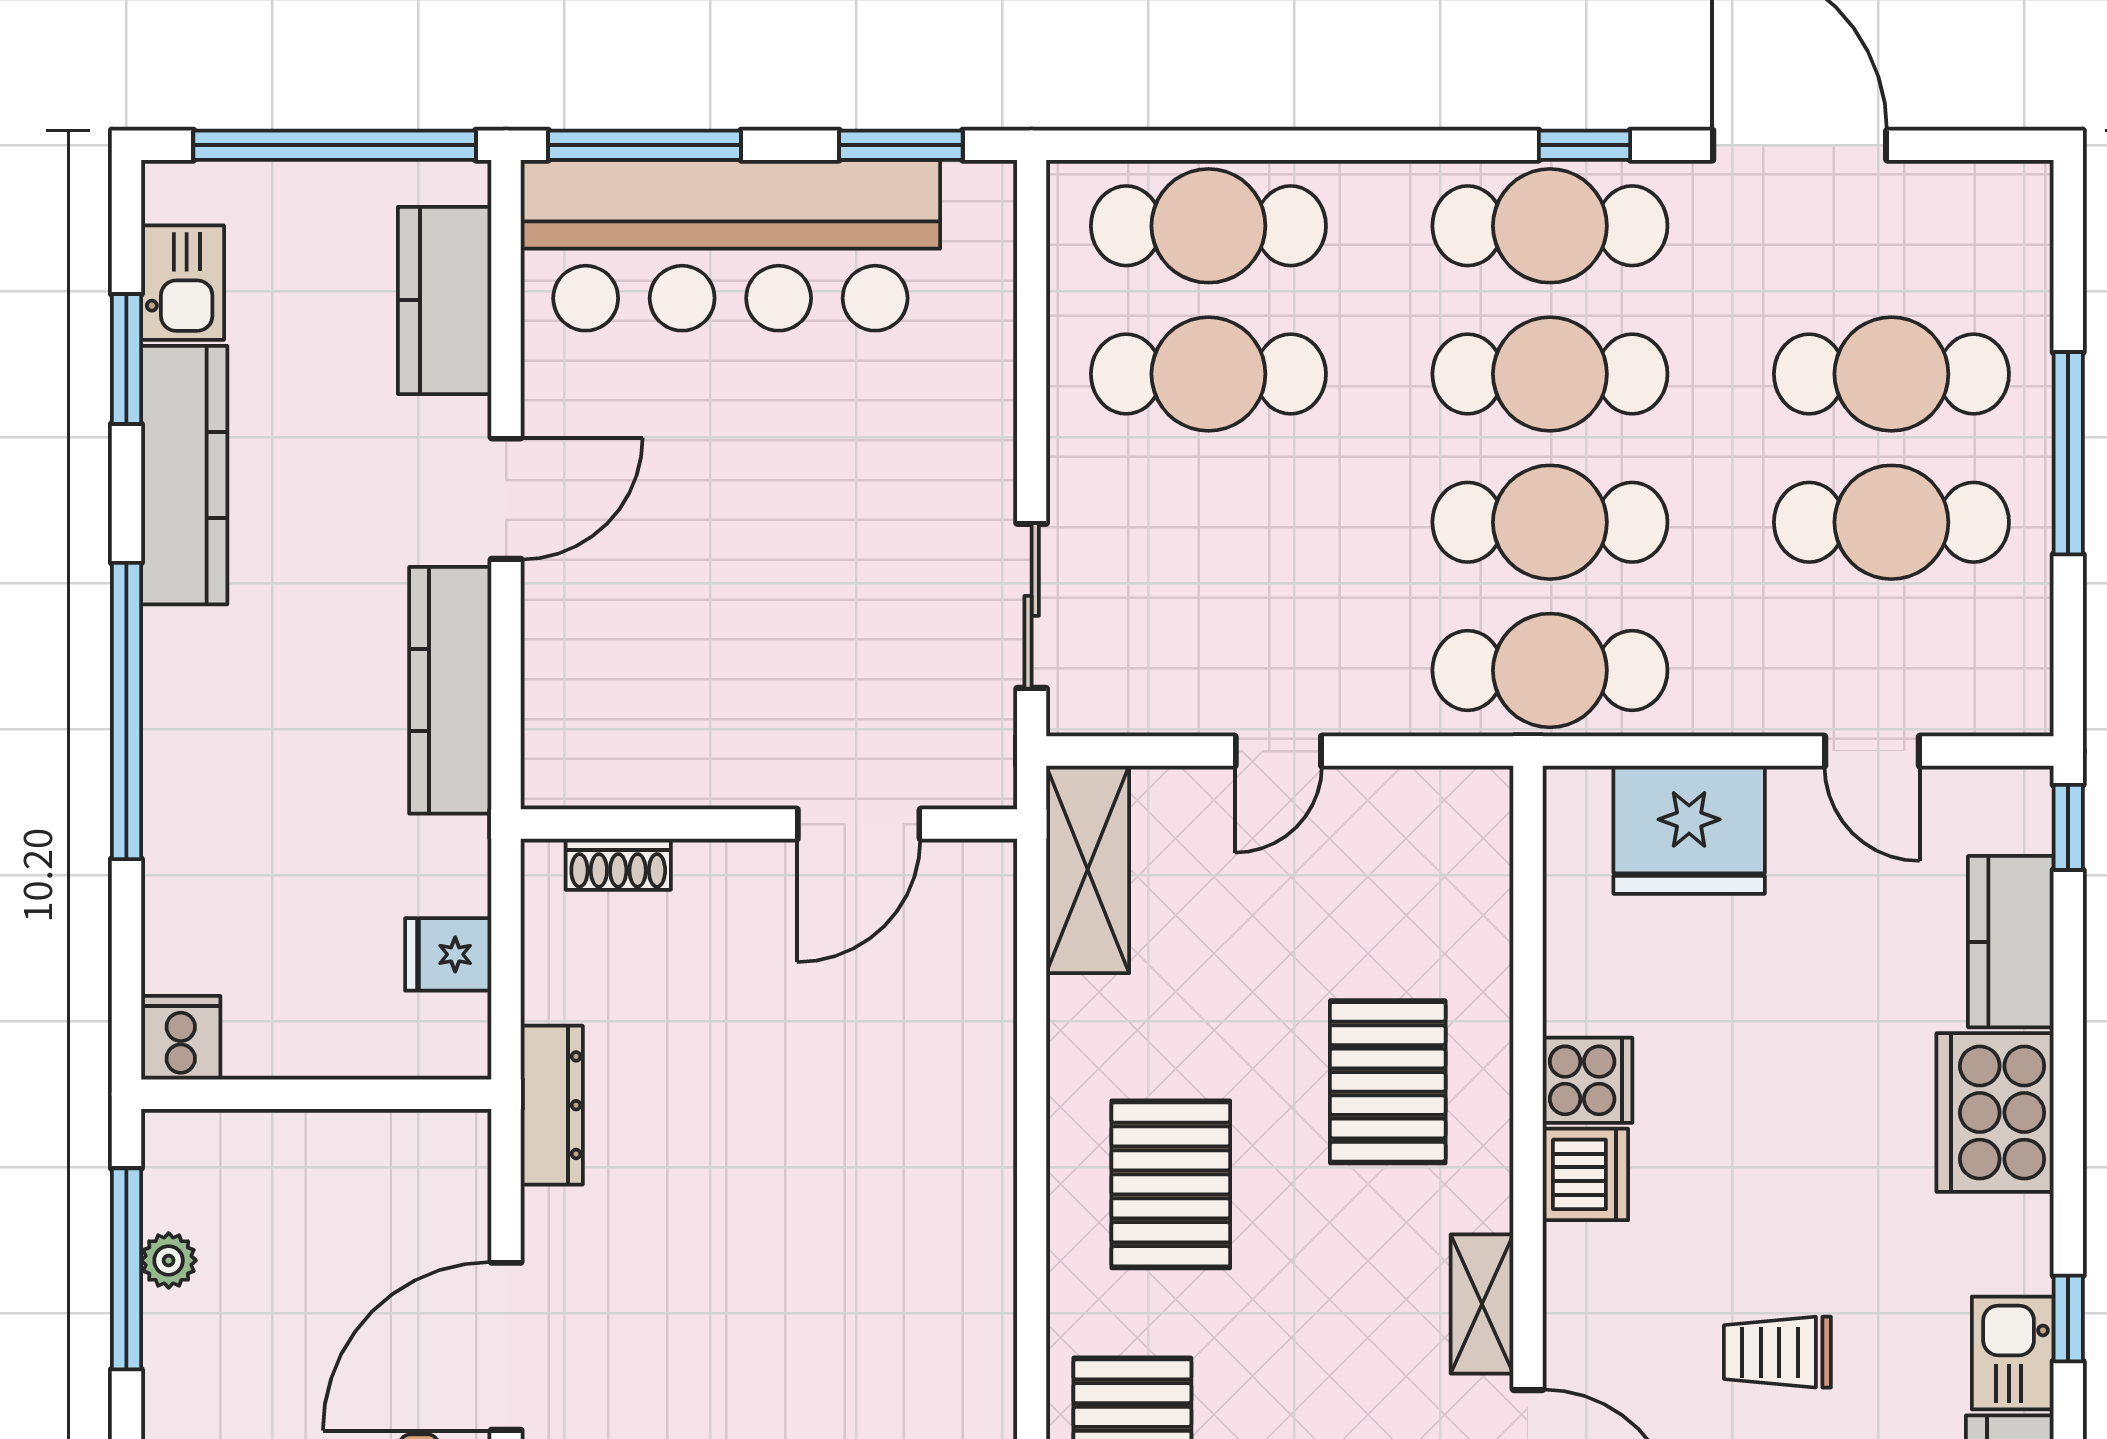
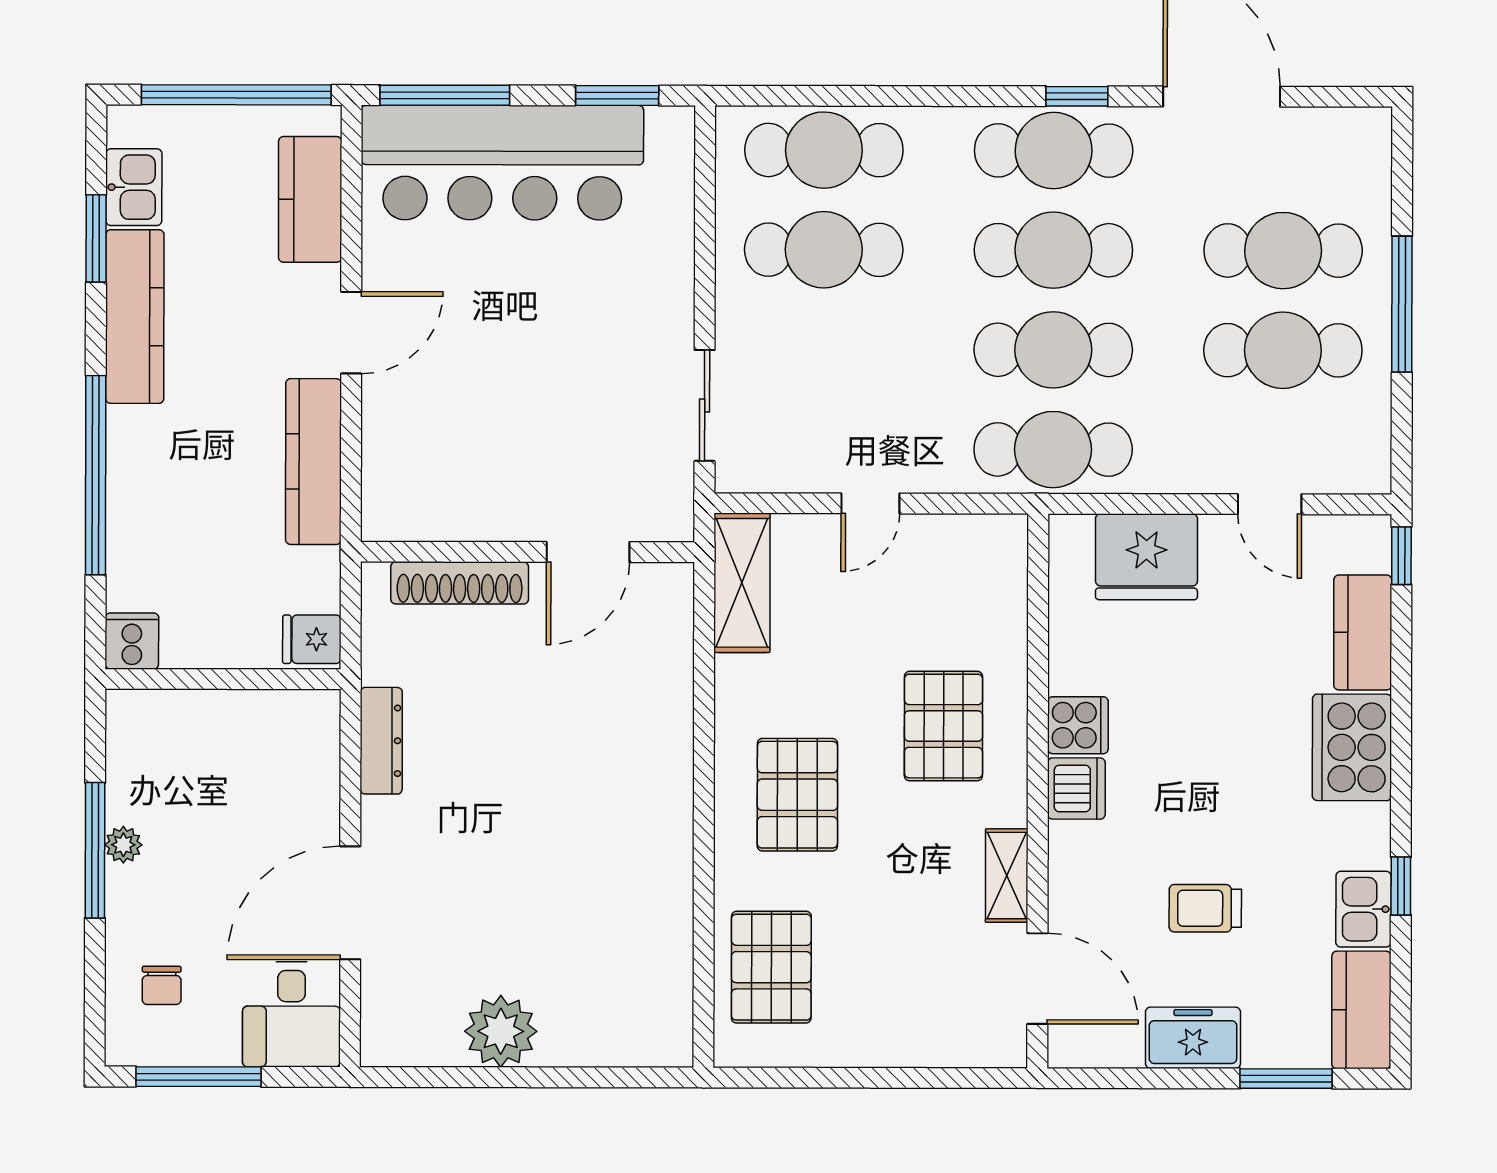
shoe rack: (618, 864) -> (460, 583), width x1.94, depth x1.24
cooker: (181, 1038) -> (132, 641), moved
wall: (316, 1094) -> (223, 679), moved

